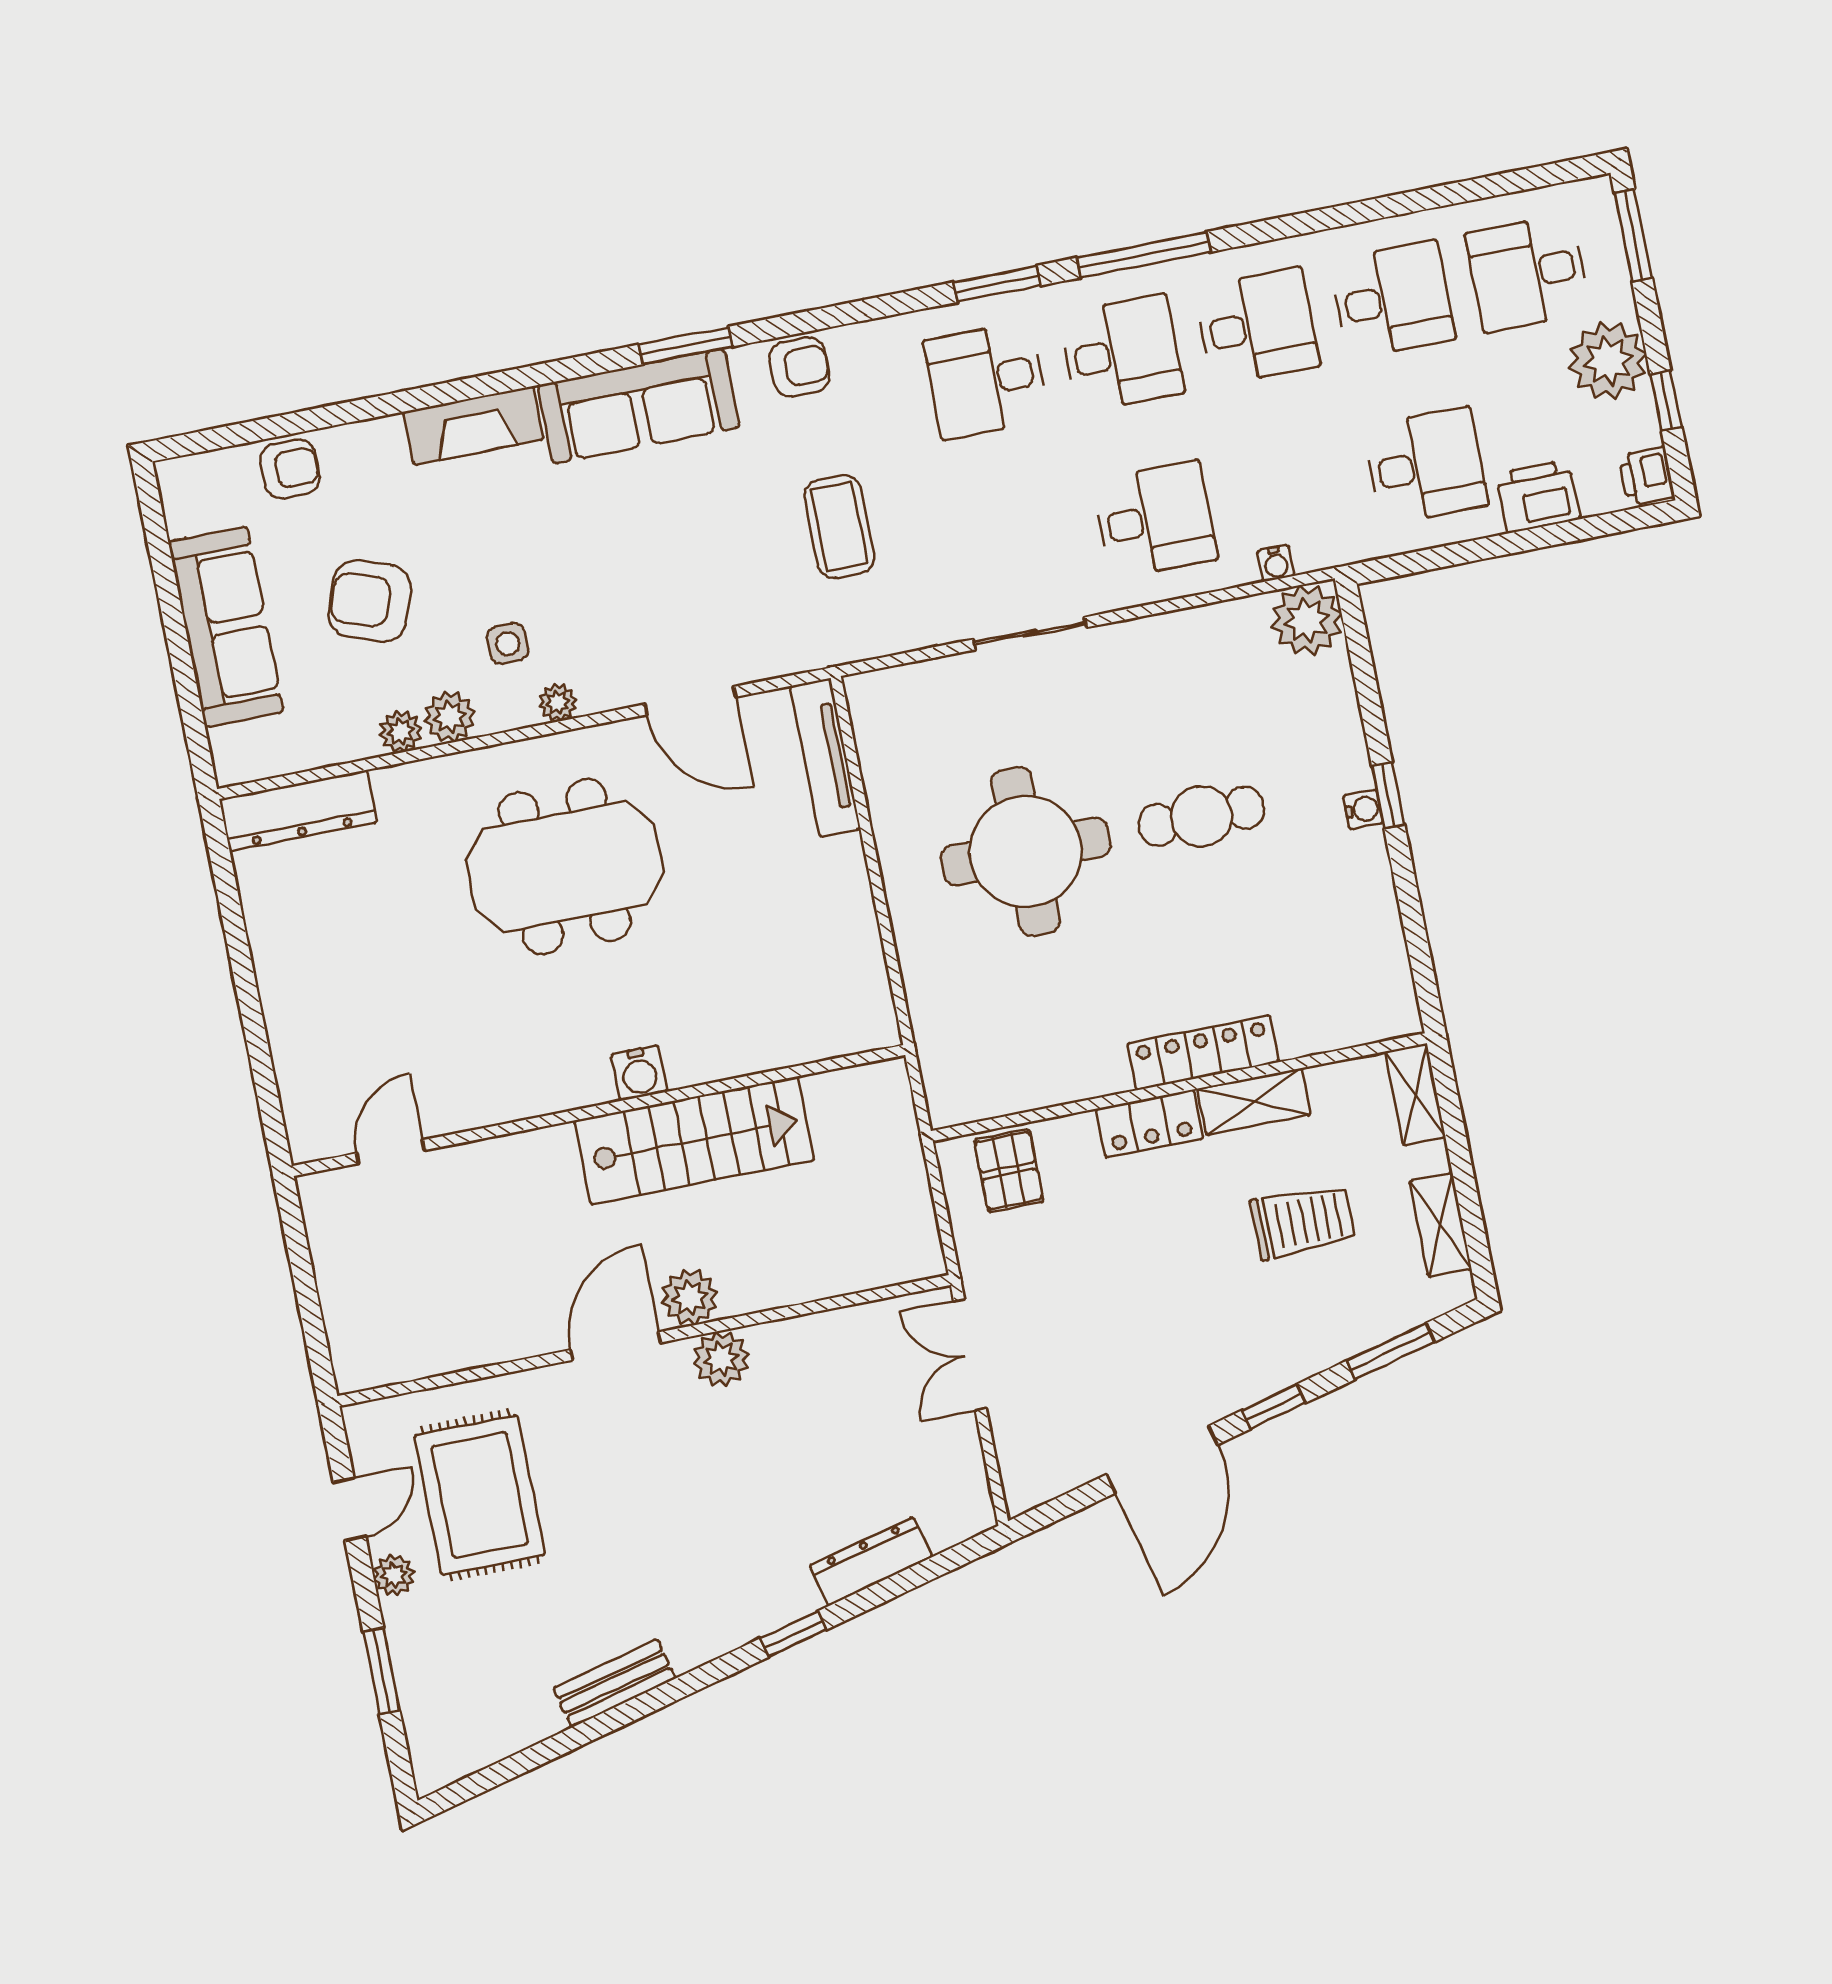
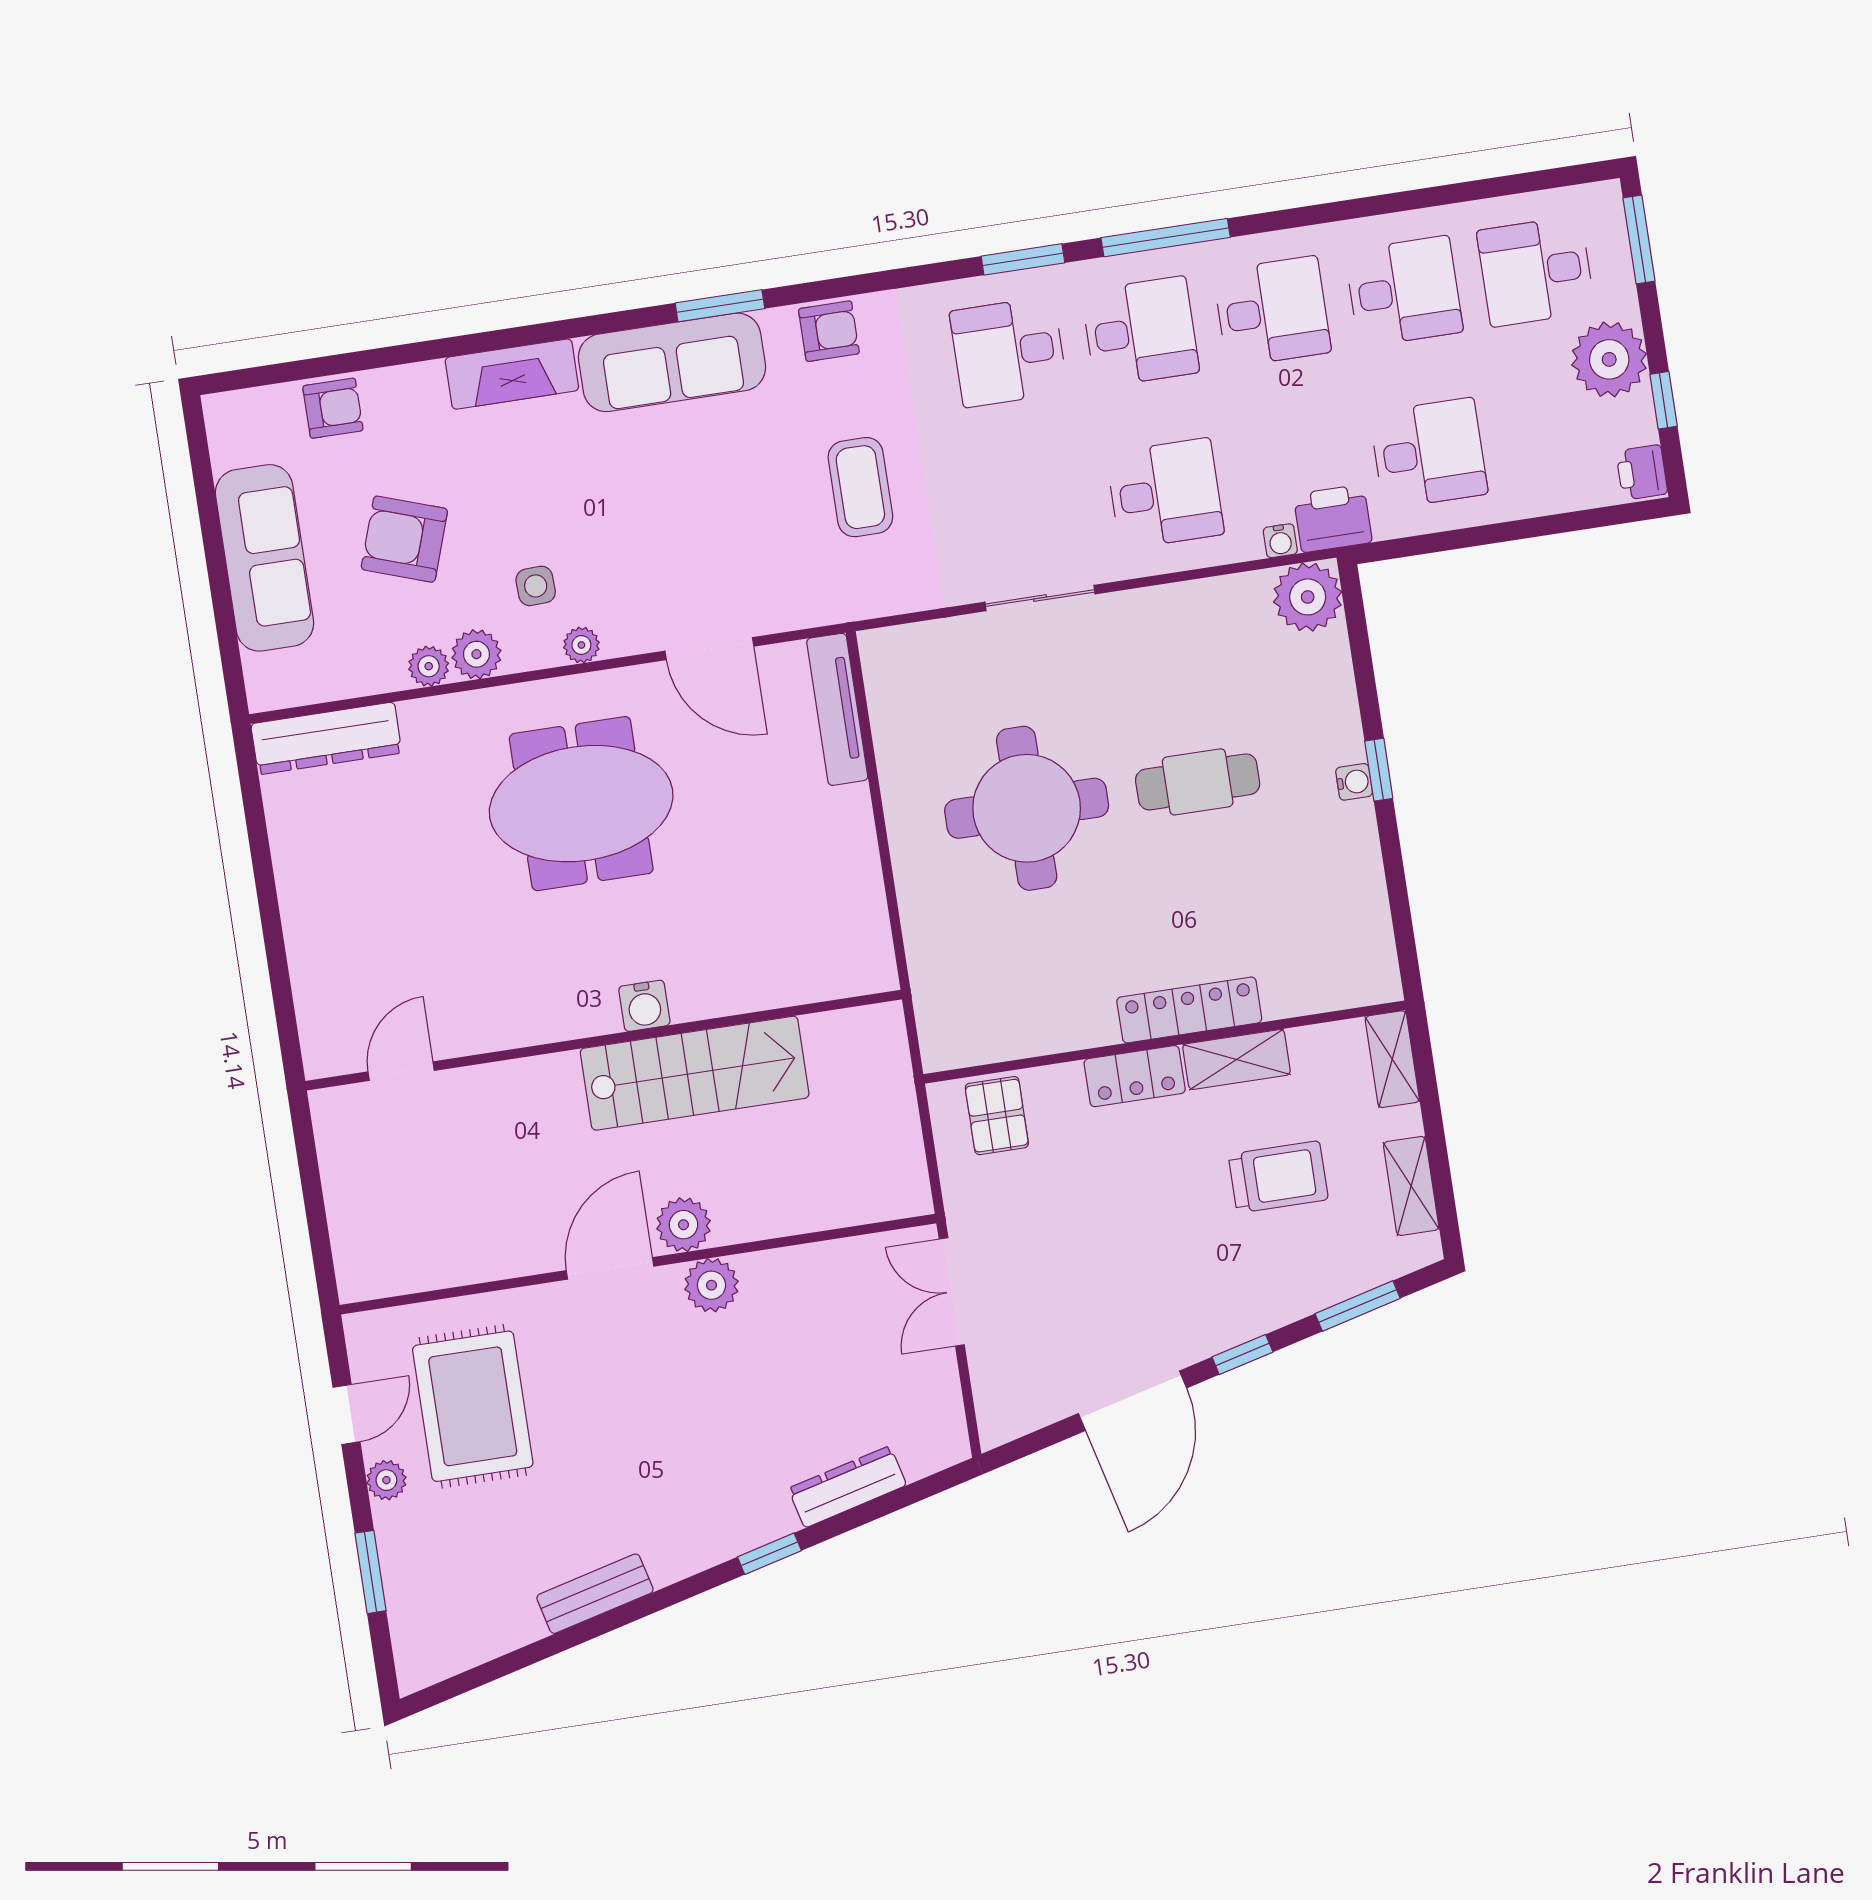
printer: (1538, 496) -> (1333, 518), moved

